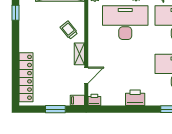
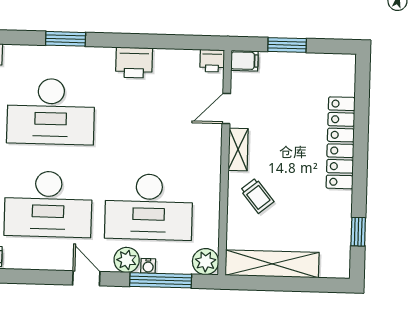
locker: (26, 77) -> (341, 143), moved

